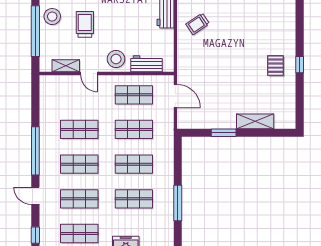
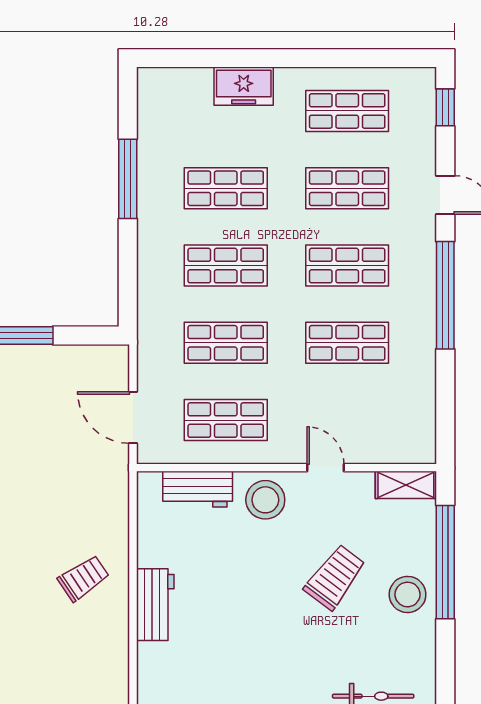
trolley: (85, 24) -> (335, 577), turned -143
shelving: (66, 66) -> (406, 485), moved

